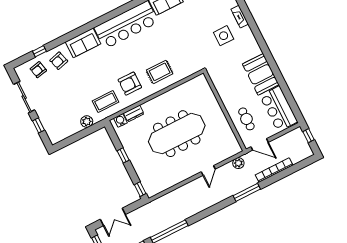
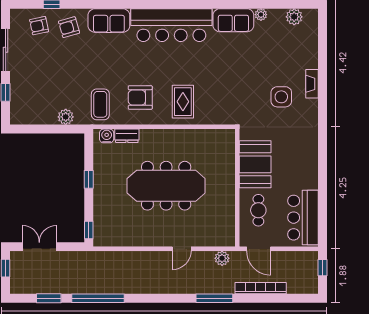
rug: (160, 72) -> (183, 102), turned 90
booth: (261, 74) -> (255, 164), moved
coffee table: (106, 102) -> (100, 104), turned 90
double door: (113, 217) -> (39, 247), swing flipped

